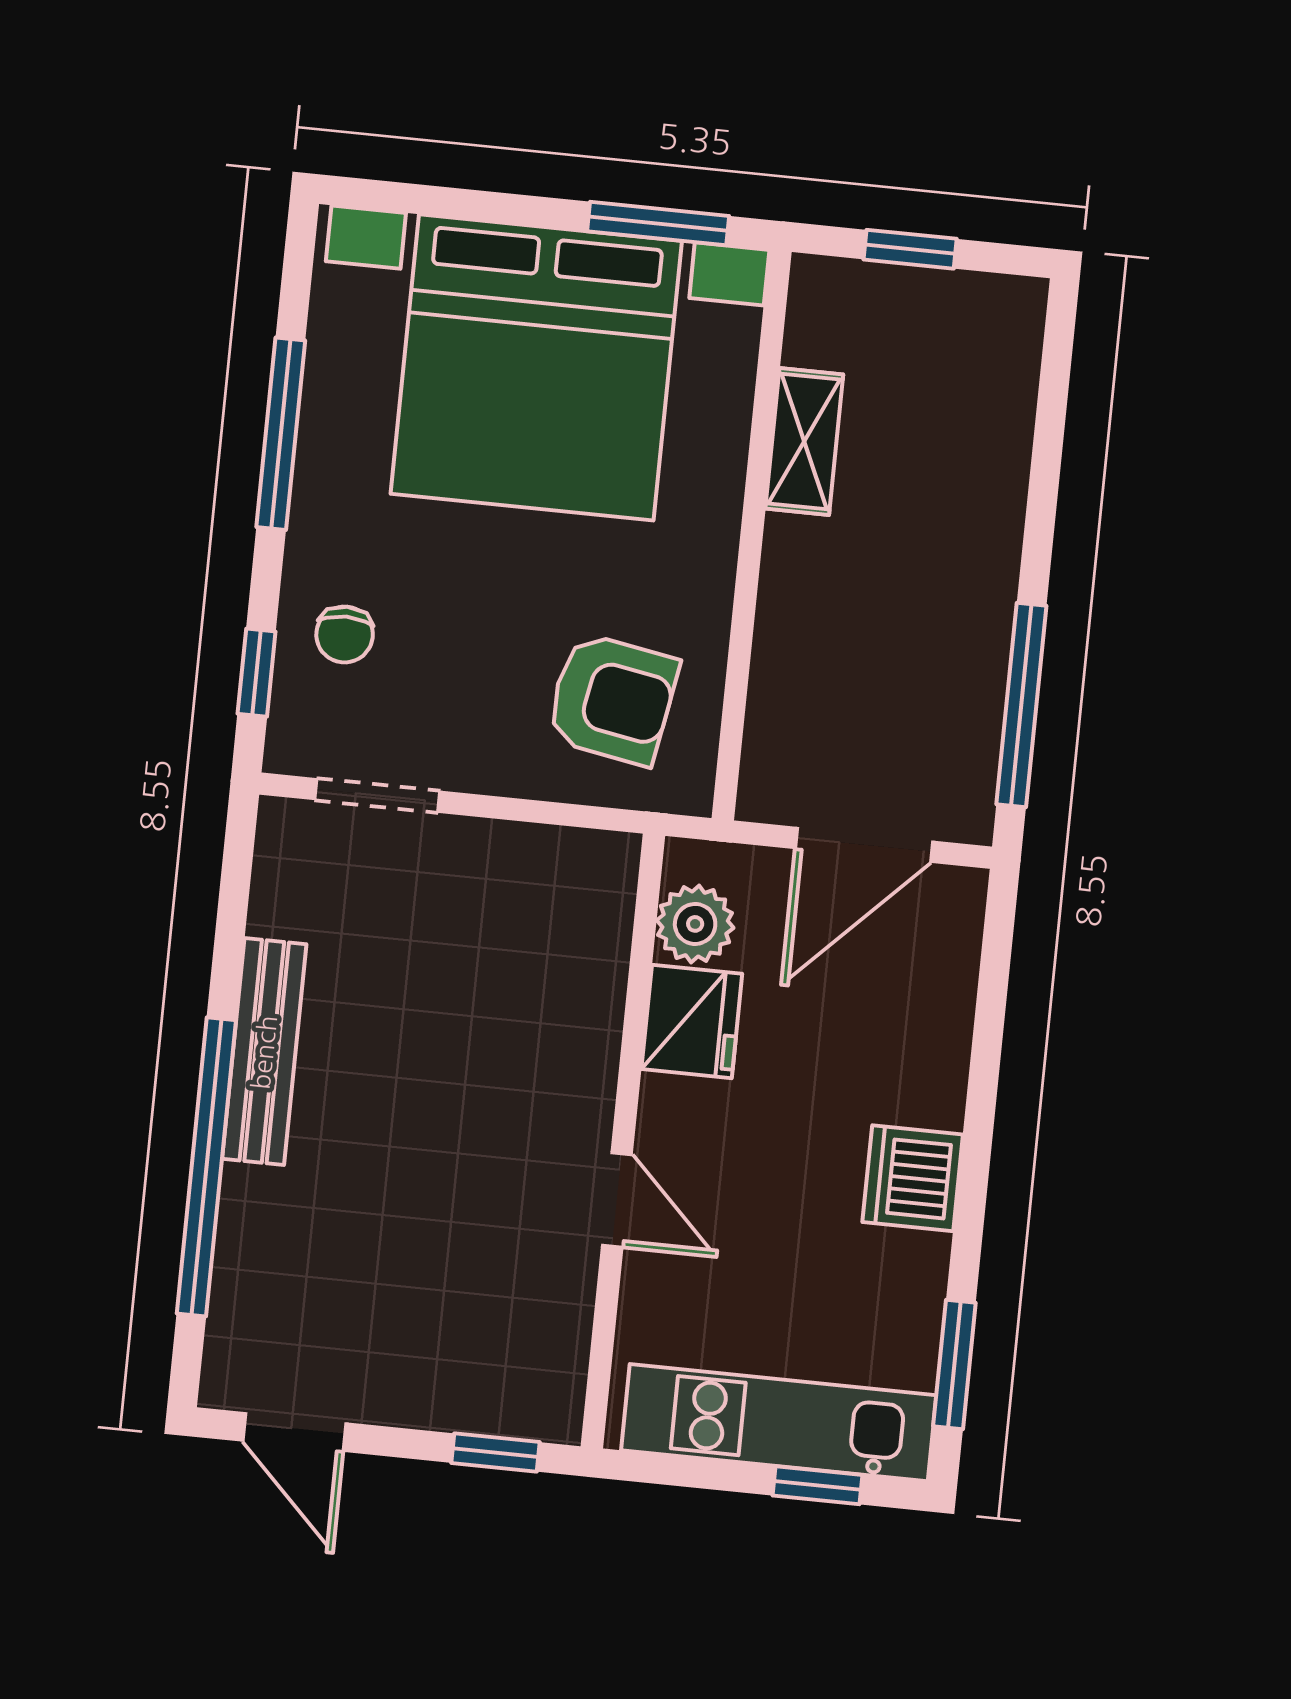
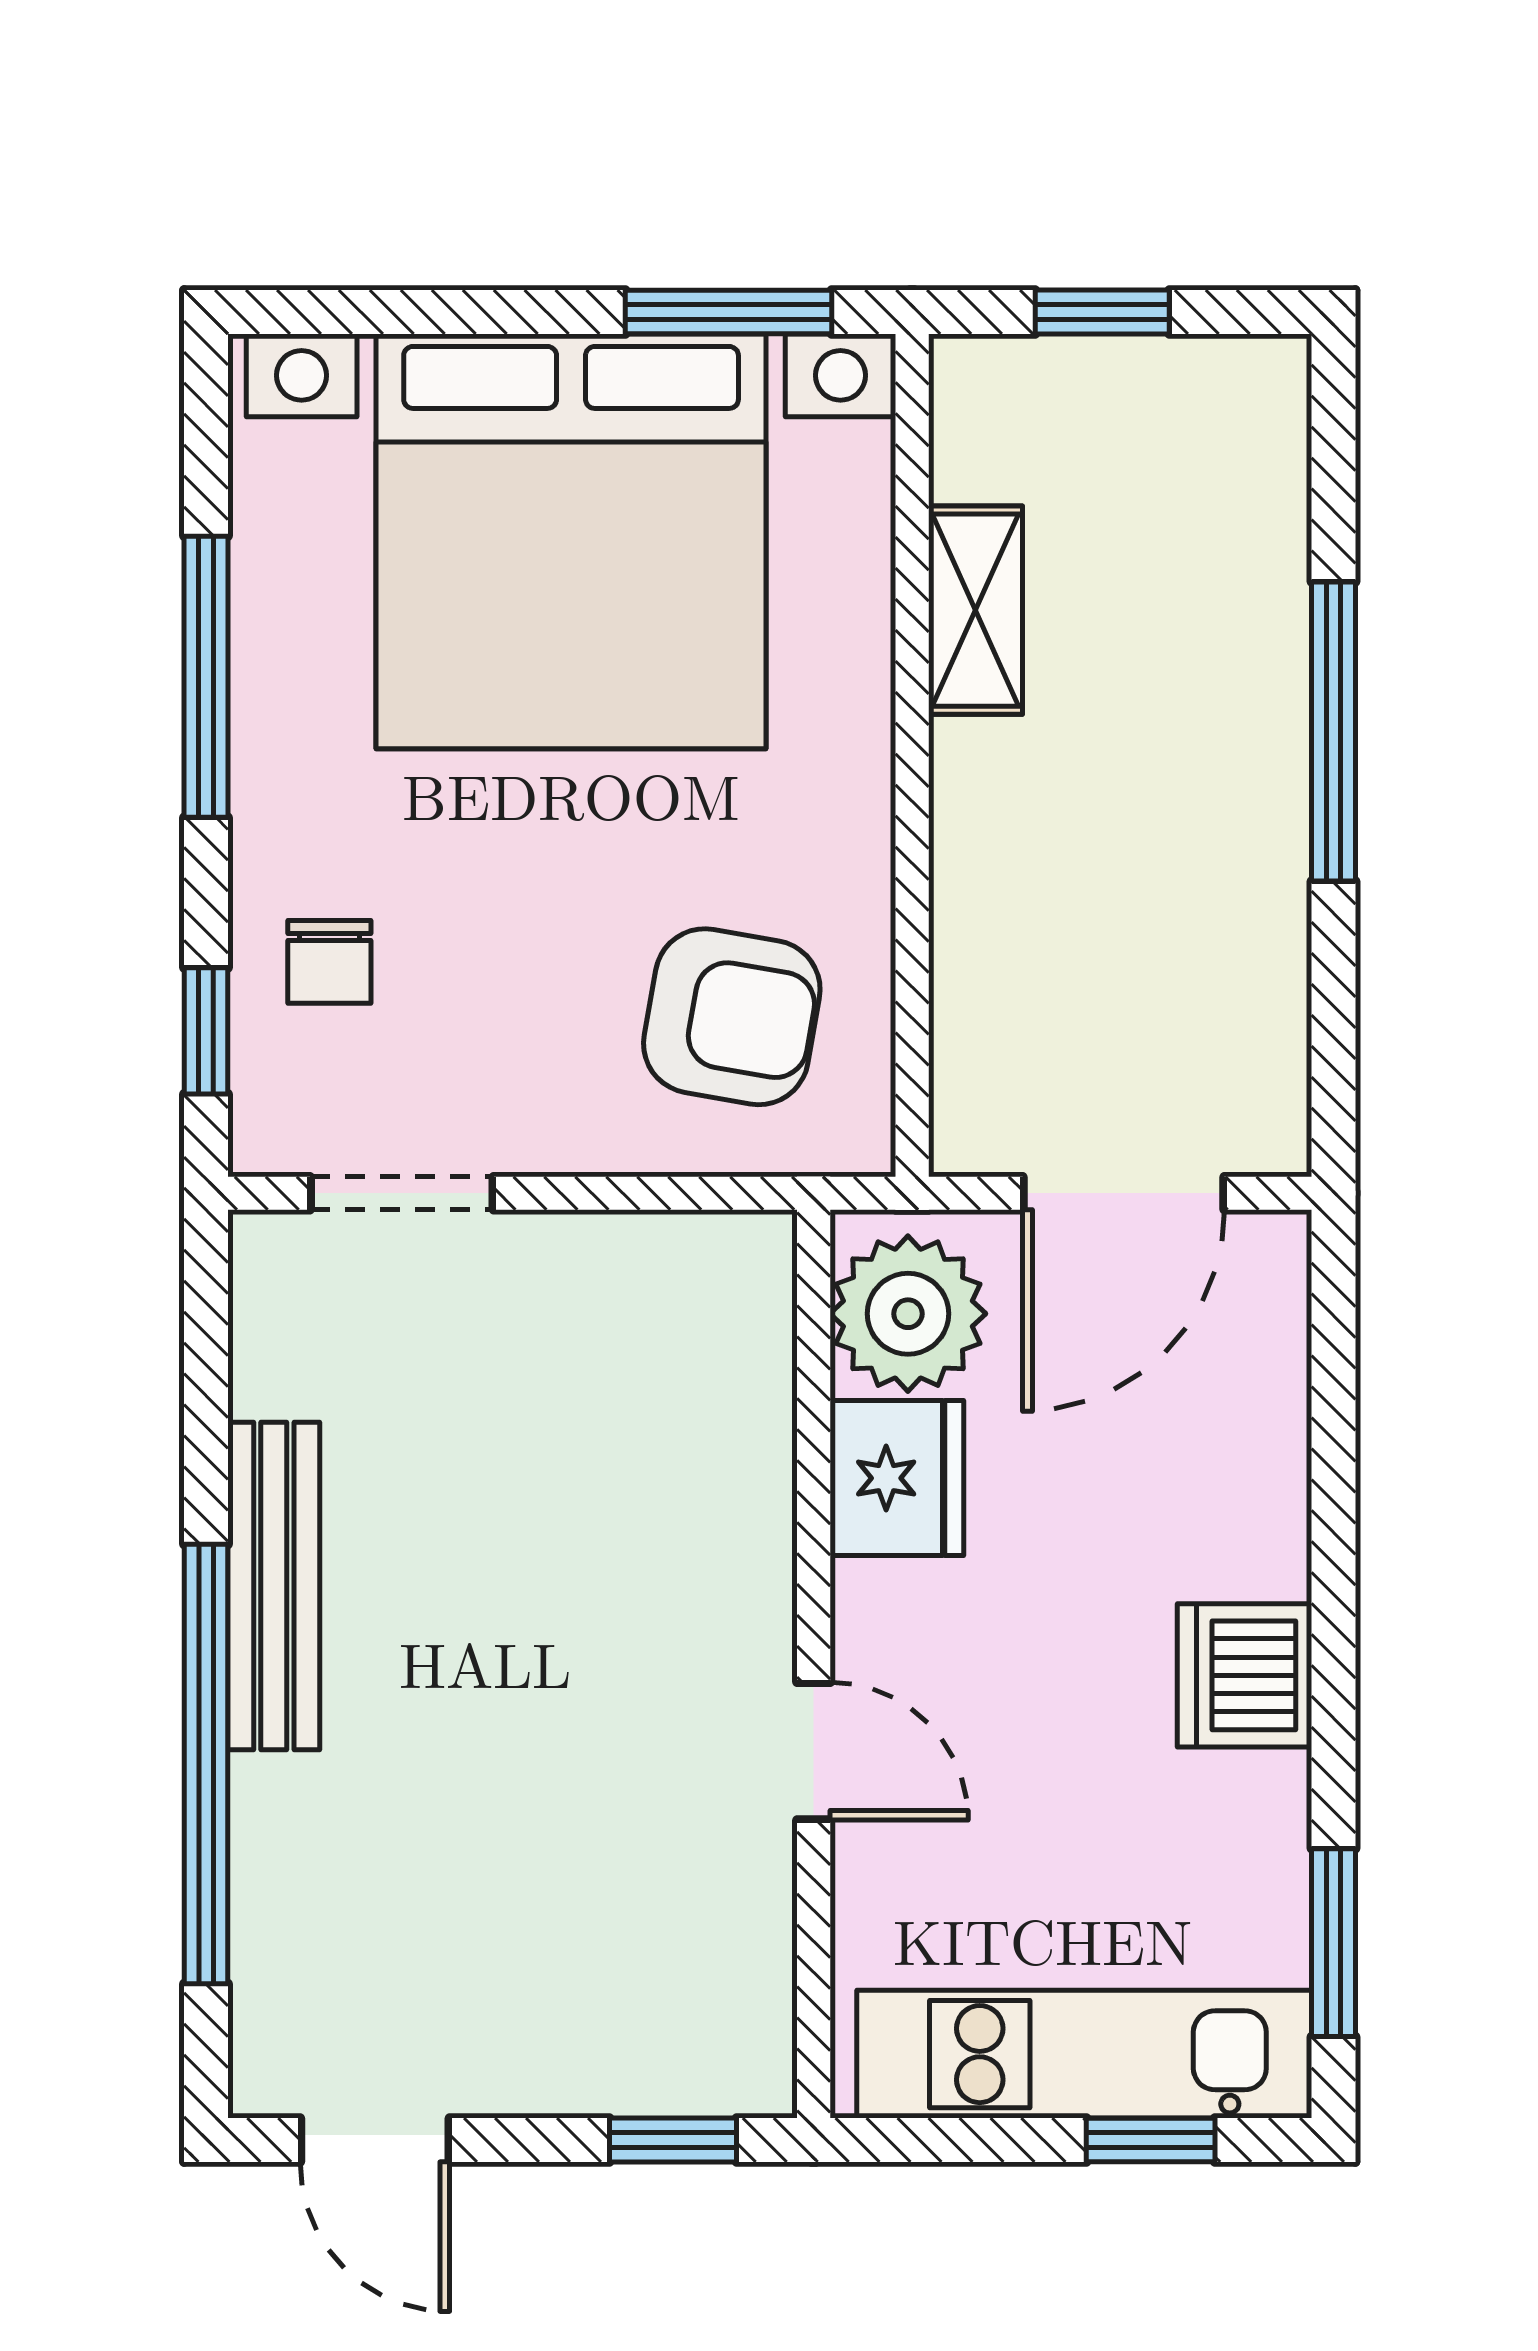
window: (1021, 705) -> (1334, 731), moved
plant: (695, 924) -> (908, 1314), width x1.36, depth x1.36

